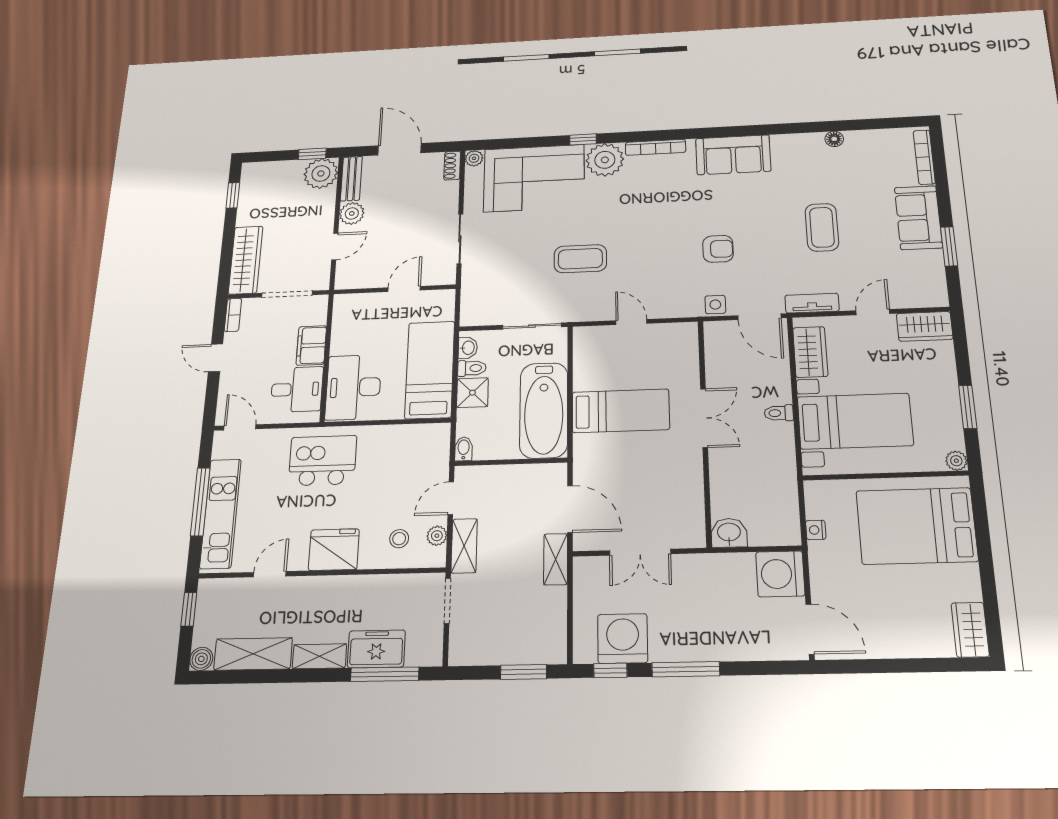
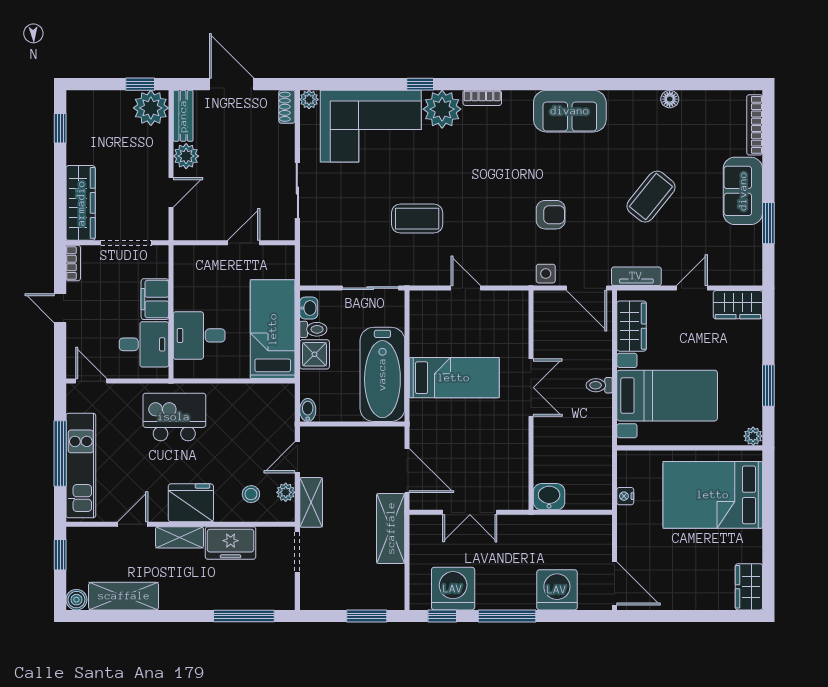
bookcase: (656, 147) -> (482, 98), width x0.64
coffee table: (822, 227) -> (651, 197), turned 39
desk: (353, 387) -> (199, 335), width x0.73
shelving: (556, 559) -> (391, 528), width x1.50, depth x1.33
washing machine: (780, 574) -> (557, 590), moved, turned 90
freezer: (376, 649) -> (231, 543), moved, turned 180
shelving: (319, 656) -> (180, 537), moved

